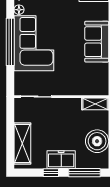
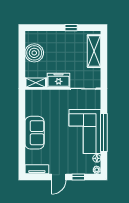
freezer: (61, 160) -> (59, 80), moved, turned 180
window: (84, 173) -> (44, 28), removed

